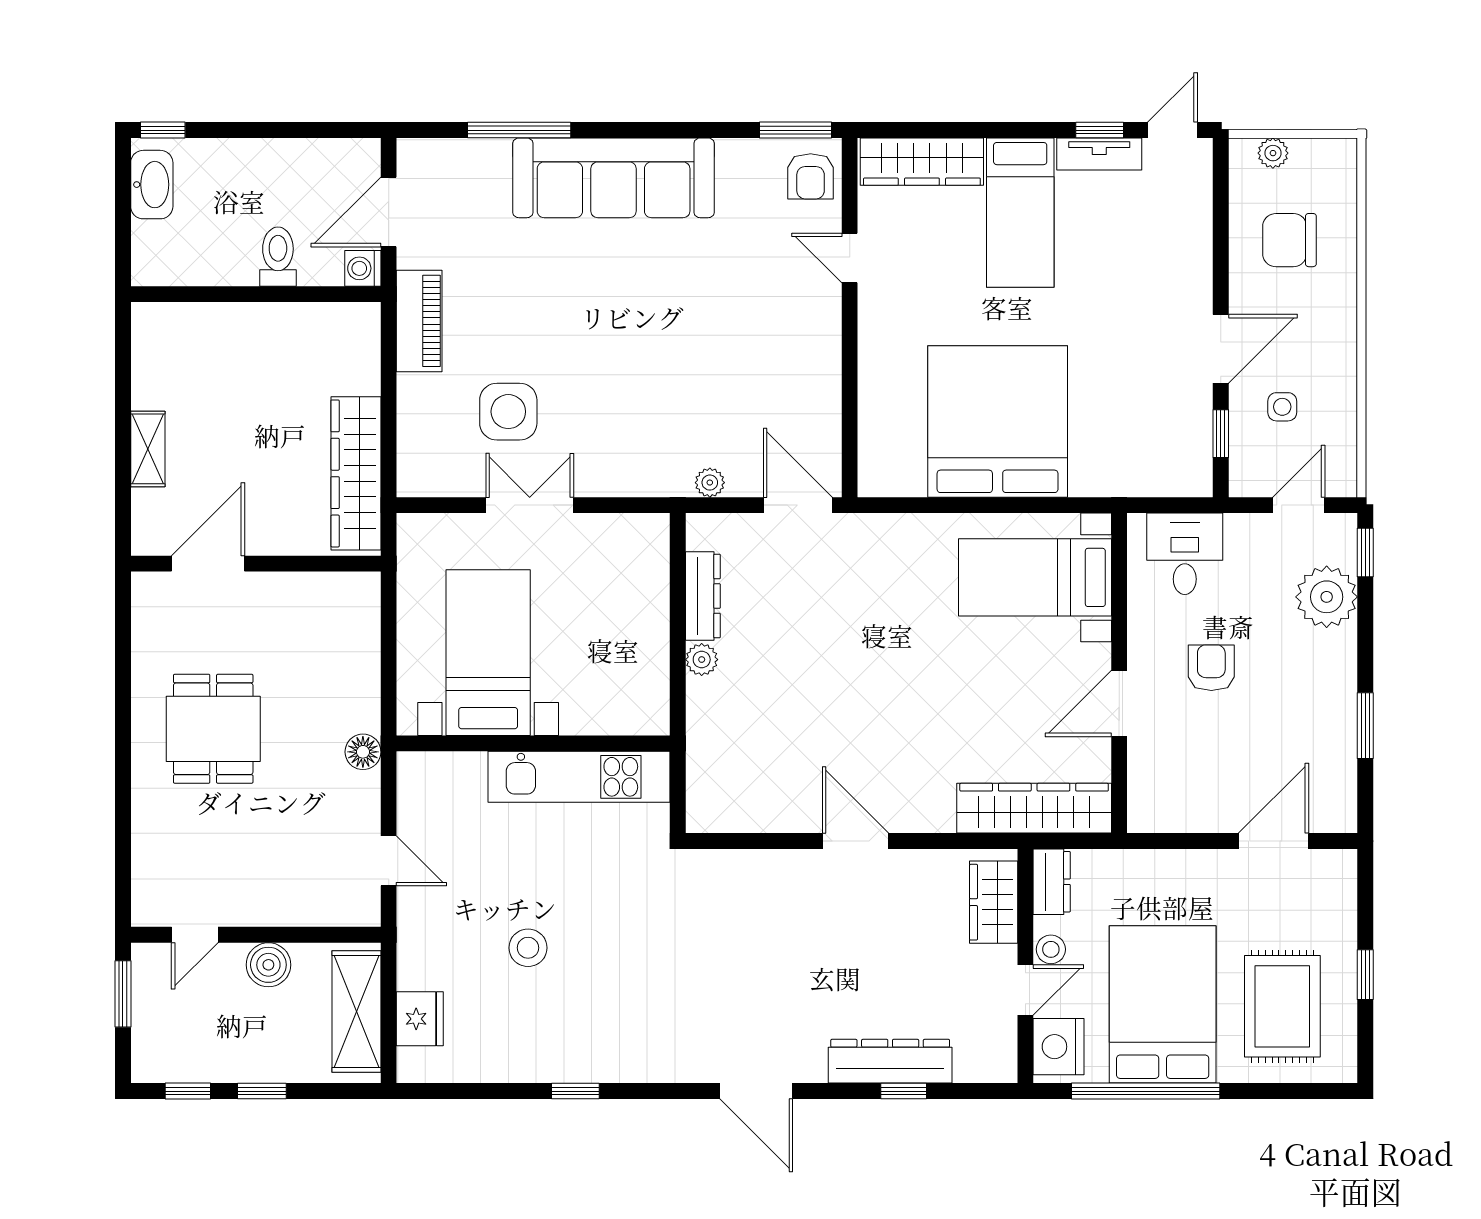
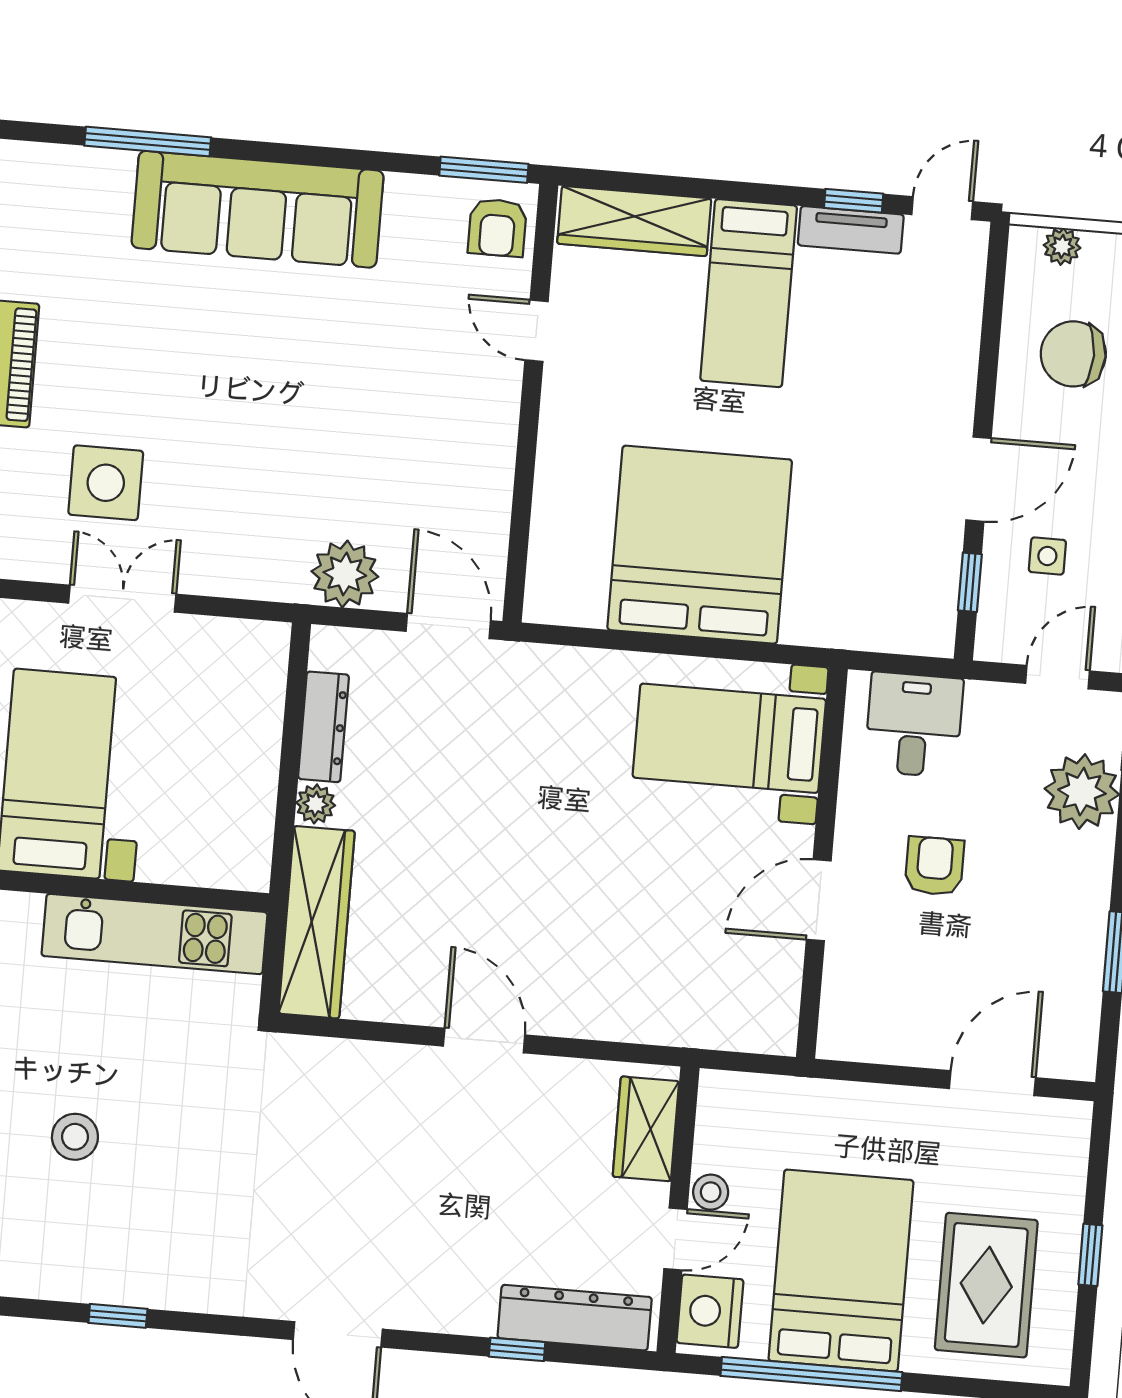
plant: (710, 483) -> (345, 574), width x1.87, depth x1.87
wardrobe: (1034, 808) -> (317, 922), moved, turned 90
dresser: (1052, 882) -> (719, 1110), removed
dresser: (890, 1061) -> (575, 1318), moved

